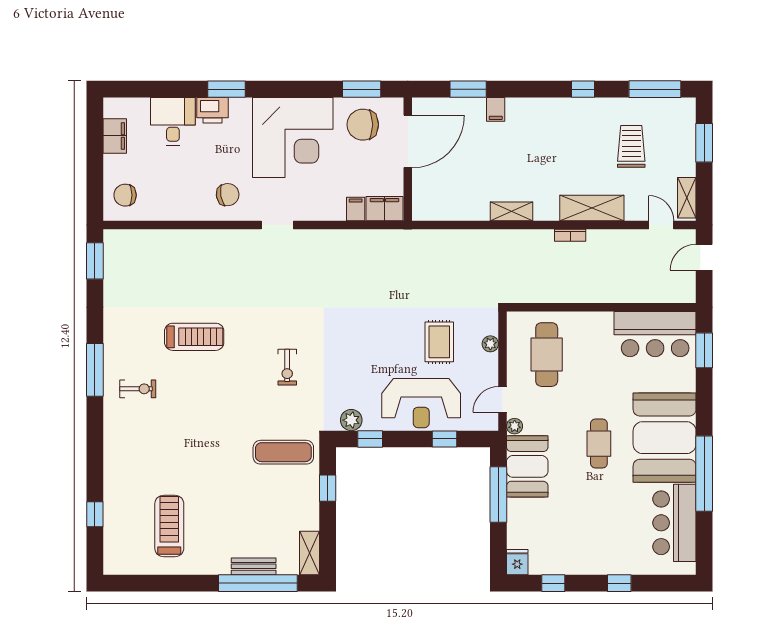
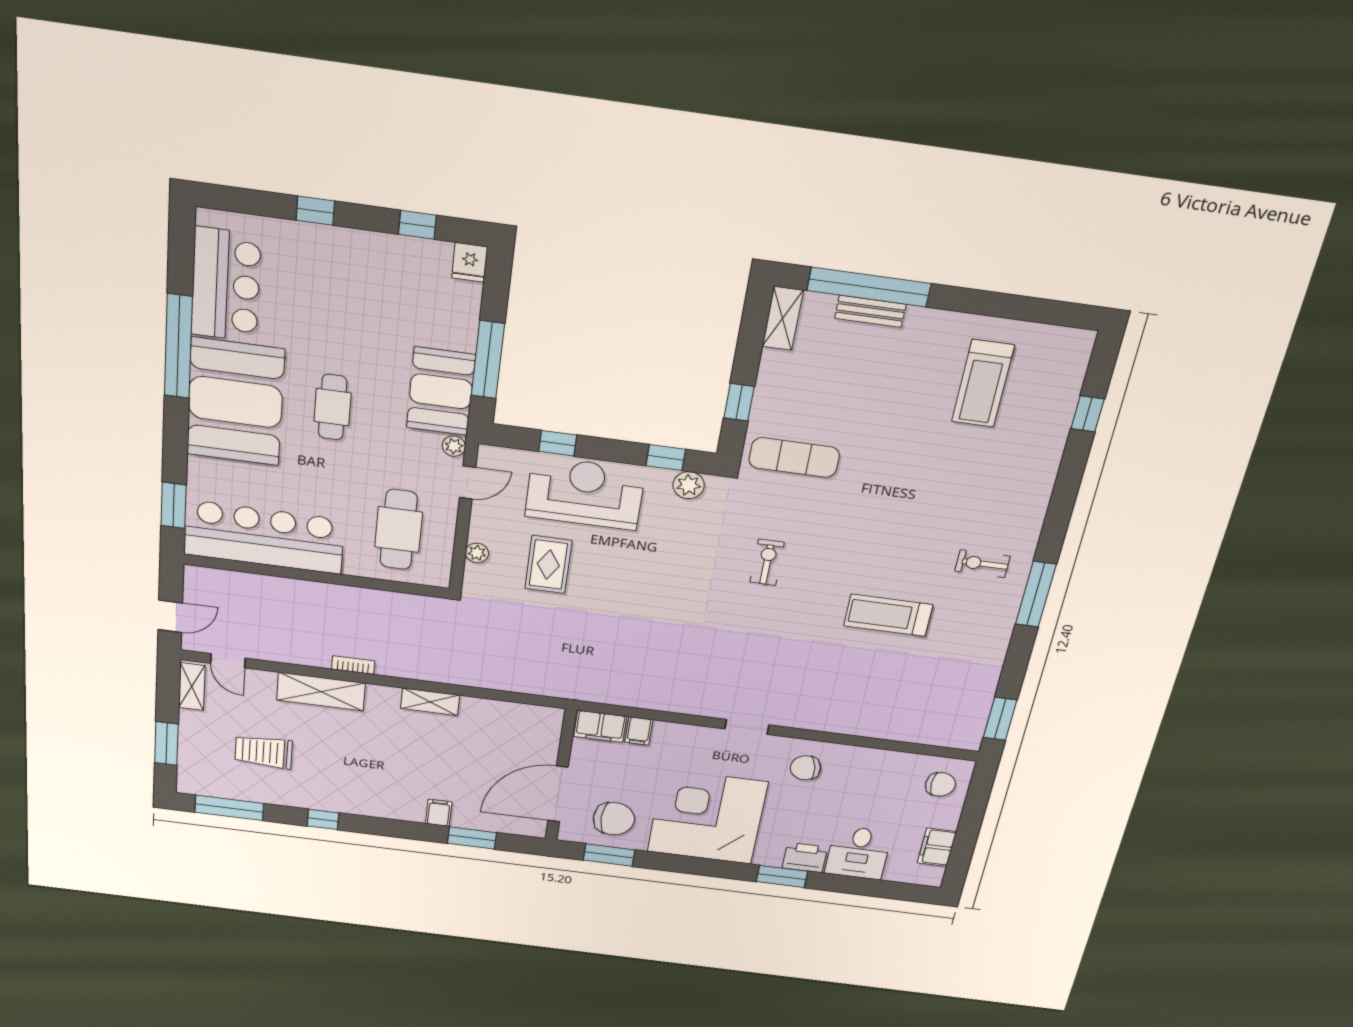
trolley: (631, 146) -> (264, 752), turned 90
bar counter: (655, 334) -> (264, 537), width x1.36

